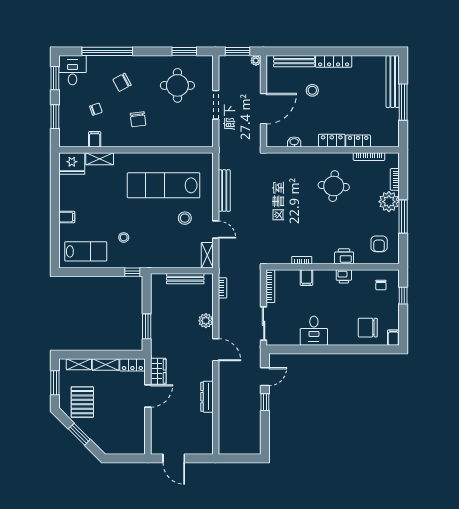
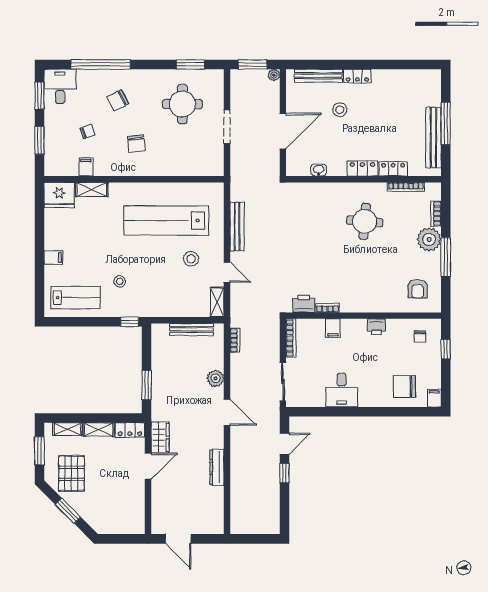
locker: (334, 61) -> (357, 76), width x0.66
bench: (393, 82) -> (433, 138), moved
printer: (344, 256) -> (304, 304), moved

